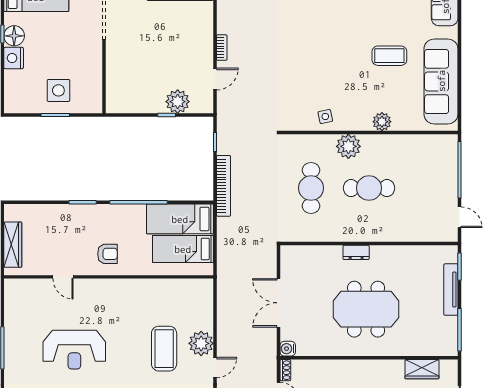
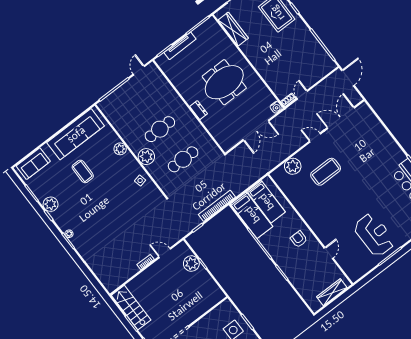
cafe table: (369, 188) -> (160, 129), turned 90
meeting table: (366, 309) -> (224, 82), turned 90
plant: (201, 343) -> (293, 166), moved
reception desk: (74, 350) -> (374, 235), moved
wardrobe: (422, 369) -> (233, 29), width x1.50

